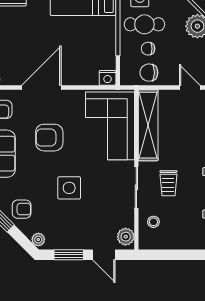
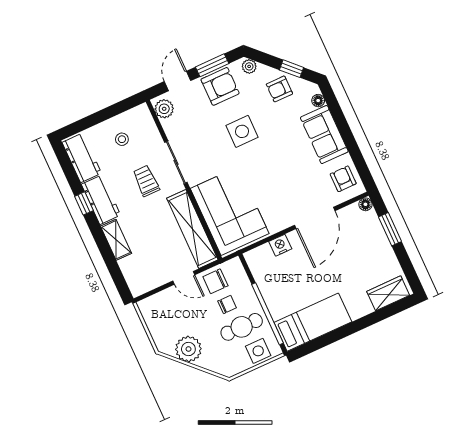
chair: (149, 73) -> (215, 281), turned 180
nightstand: (108, 78) -> (280, 245), moved
door: (190, 87) -> (184, 278), moved
armchair: (49, 138) -> (220, 86), moved
stool: (153, 222) -> (122, 139), moved
door: (104, 255) -> (178, 81), hinge flipped

